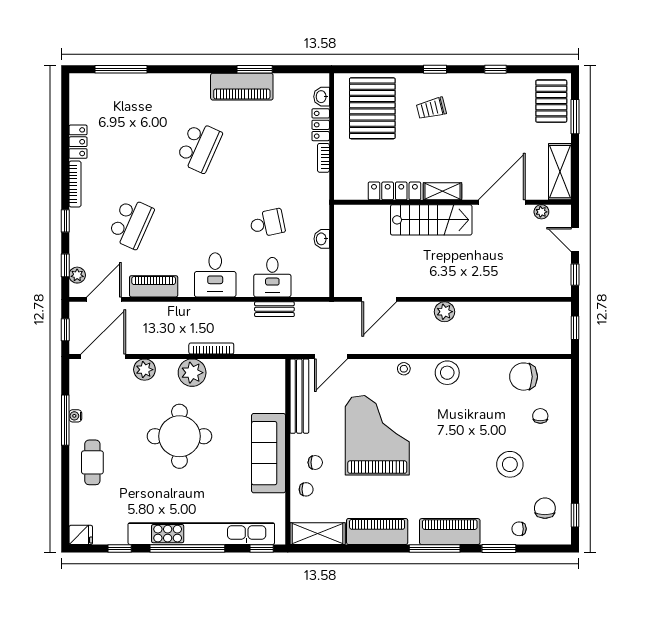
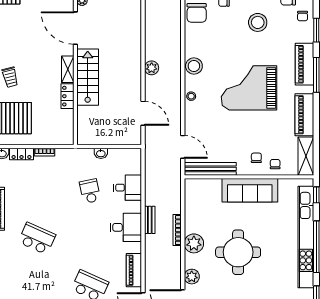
locker: (394, 191) -> (68, 96), width x0.66
bench: (274, 309) -> (150, 220), moved
grand piano: (377, 435) -> (249, 88), moved

